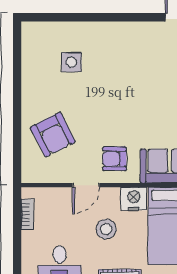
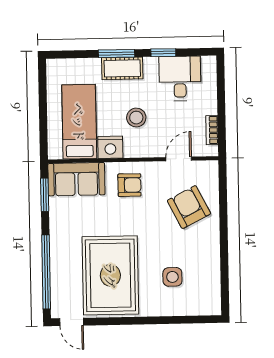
rug: (136, 65) -> (110, 275), added
door: (86, 185) -> (179, 159), moved

